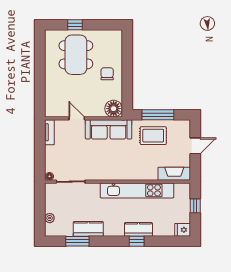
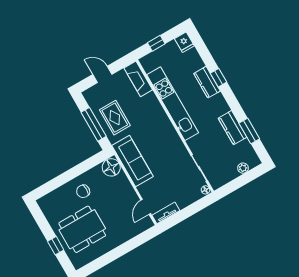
door: (77, 118) -> (146, 207), moved

